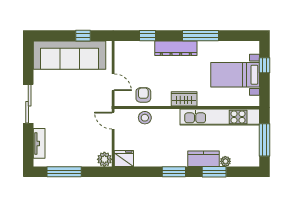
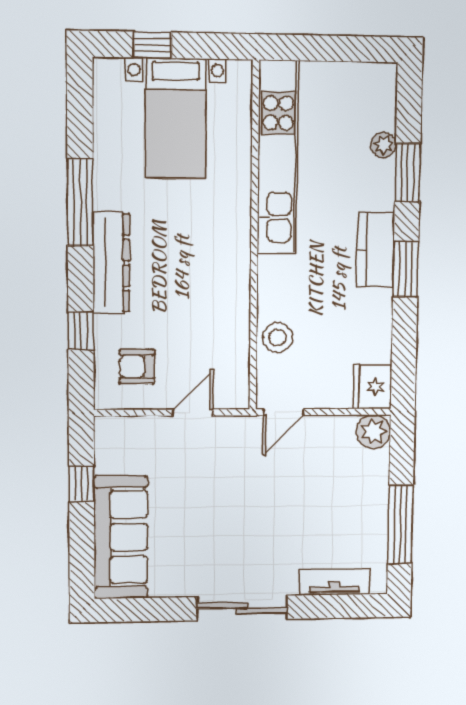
sofa: (69, 55) -> (121, 537), width x0.74, depth x0.79
armchair: (143, 95) -> (137, 366), moved
wardrobe: (184, 99) -> (234, 243), removed
window: (265, 140) -> (334, 48), removed
kitchen counter: (204, 159) -> (376, 250), moved

